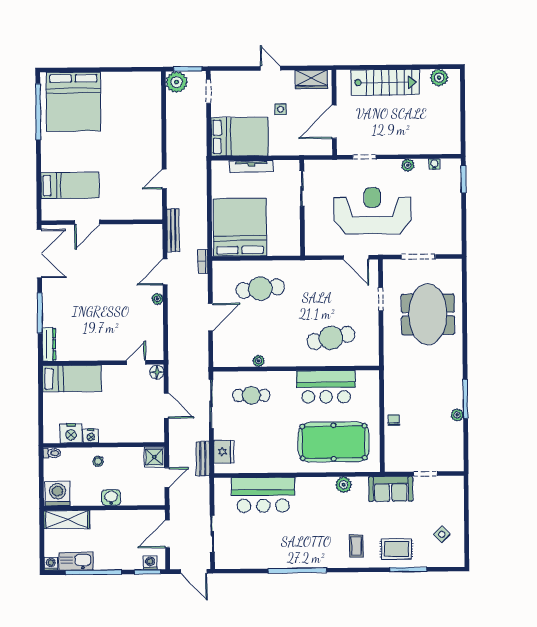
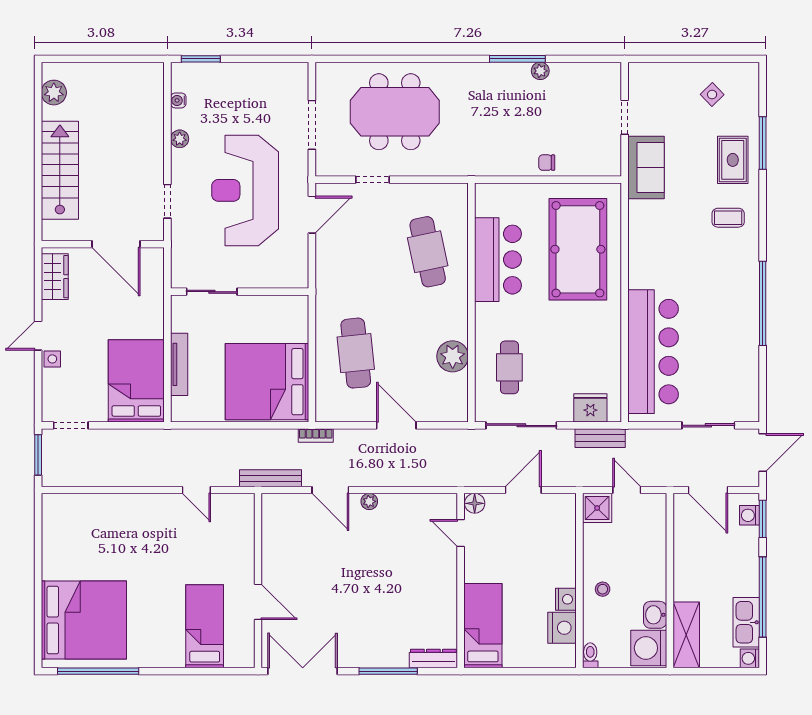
plant: (176, 82) -> (57, 471), removed
side table: (281, 109) -> (52, 359), moved
plant: (259, 361) -> (453, 356), width x1.87, depth x1.87
plant: (344, 485) -> (639, 235), removed
bar counter: (263, 495) -> (653, 352), width x1.36
washbasin: (111, 498) -> (655, 615), moved

